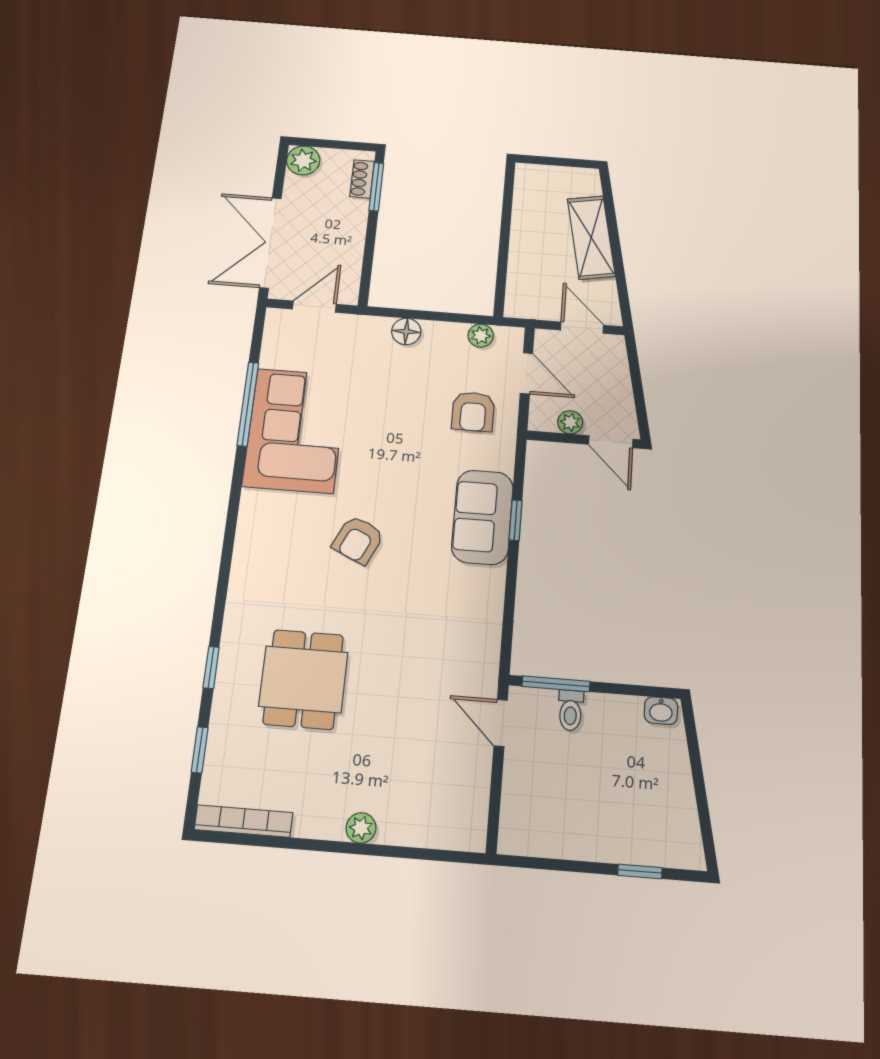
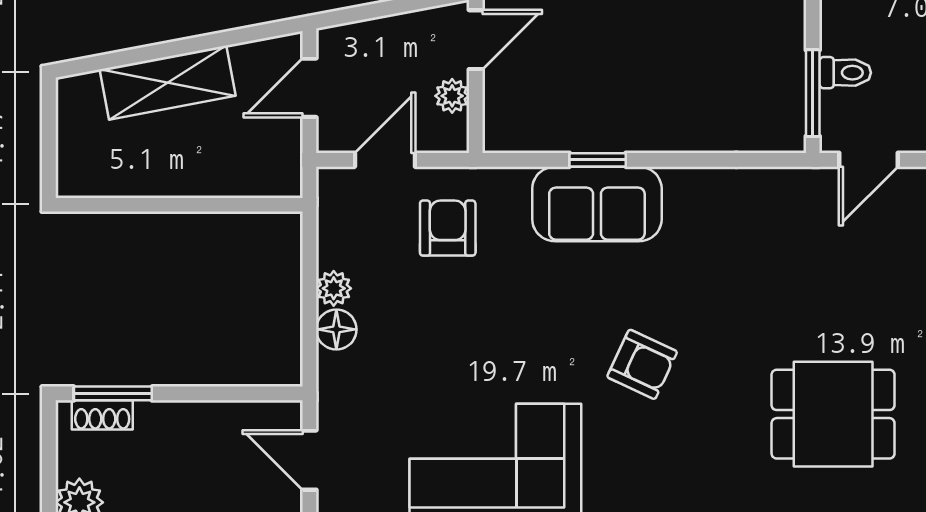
plant: (481, 336) -> (334, 288), moved
armchair: (473, 412) -> (448, 228), turned -90

